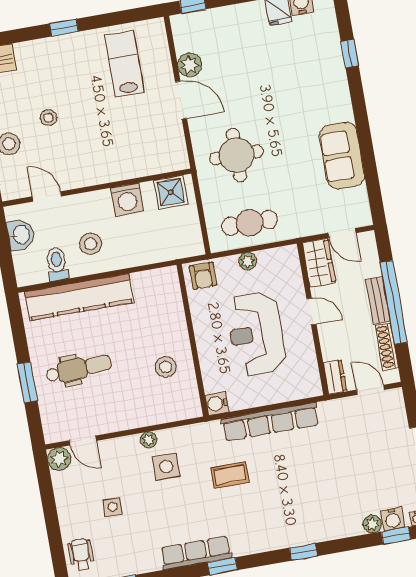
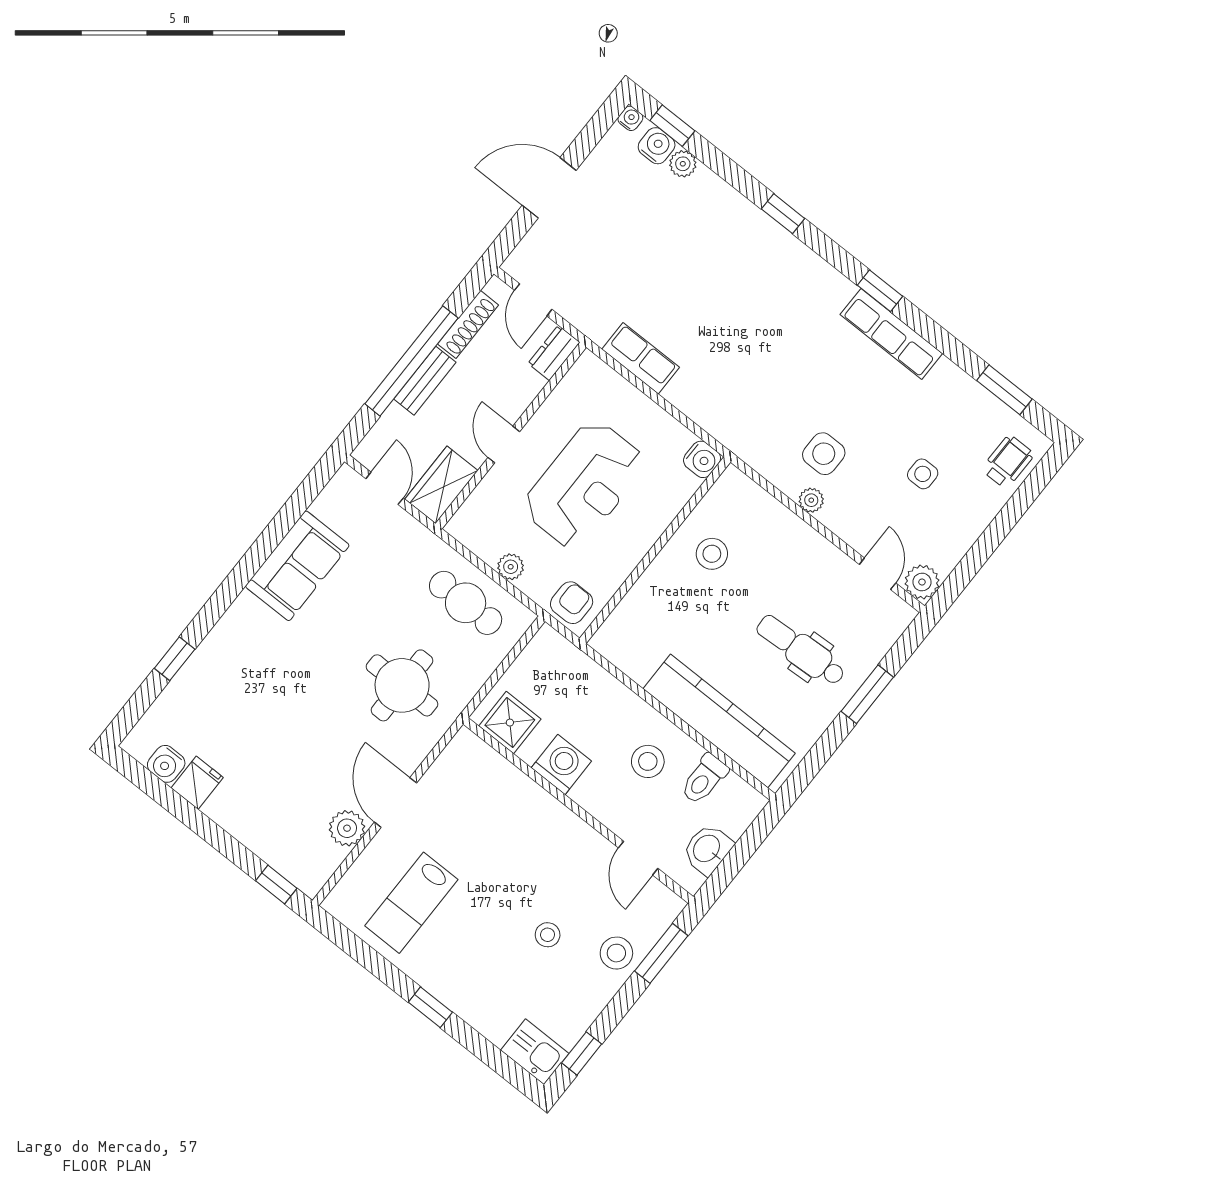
row of seats: (270, 422) -> (641, 358), width x0.50
coffee table: (230, 475) -> (769, 373), removed
wheelchair: (81, 554) -> (1008, 462), turned 180

